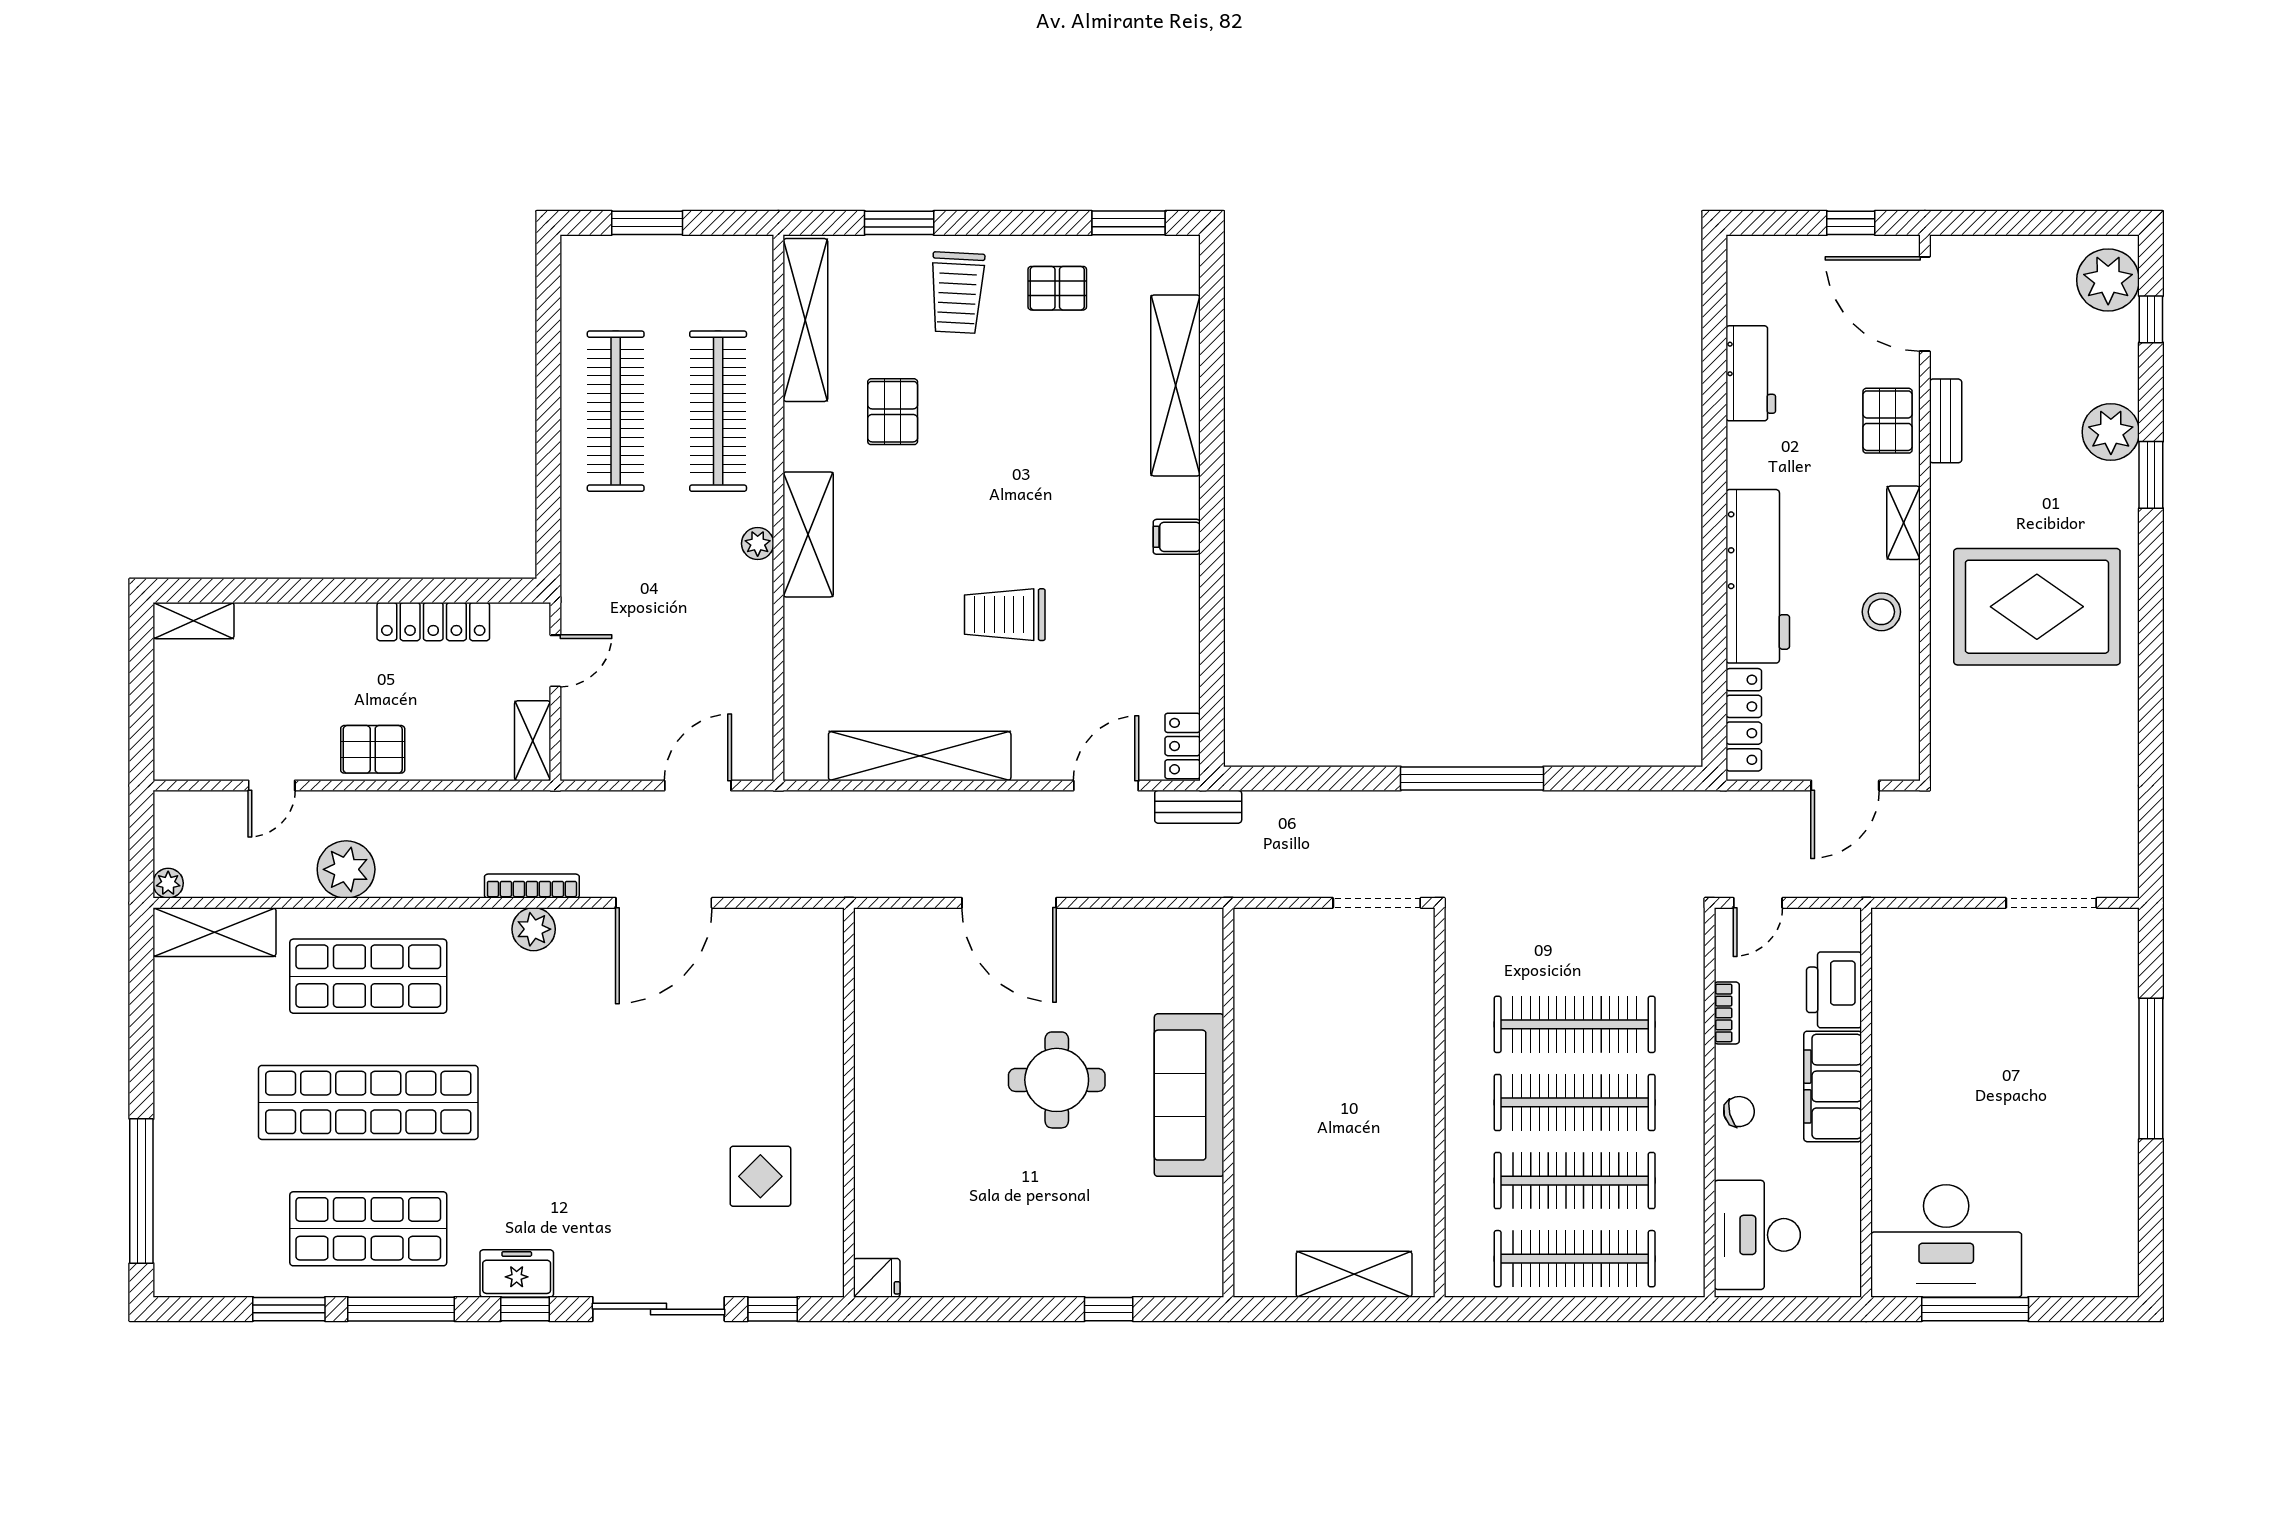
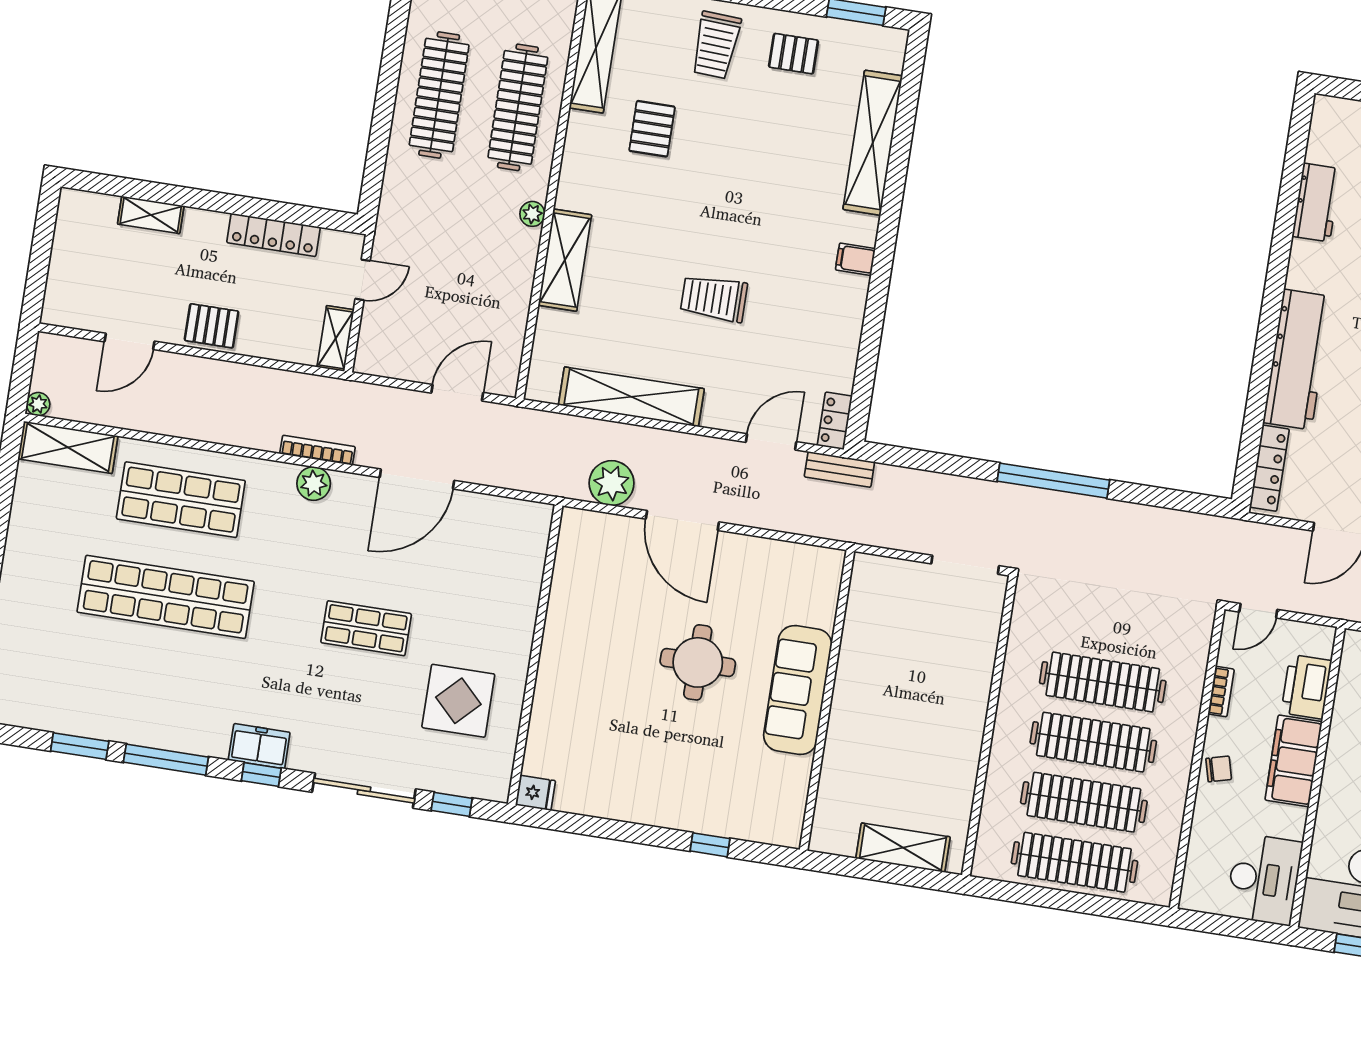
shelving: (808, 534) -> (565, 260), moved
shelving: (194, 621) -> (151, 215), moved
door: (272, 786) -> (129, 341), width x1.38
plant: (346, 869) -> (612, 483), moved
display table: (760, 1176) -> (458, 701), width x1.36, depth x1.36
shop shelf: (368, 1229) -> (366, 628), moved, width x0.70, depth x0.74
desk: (1757, 1235) -> (1264, 879), moved, turned 180

